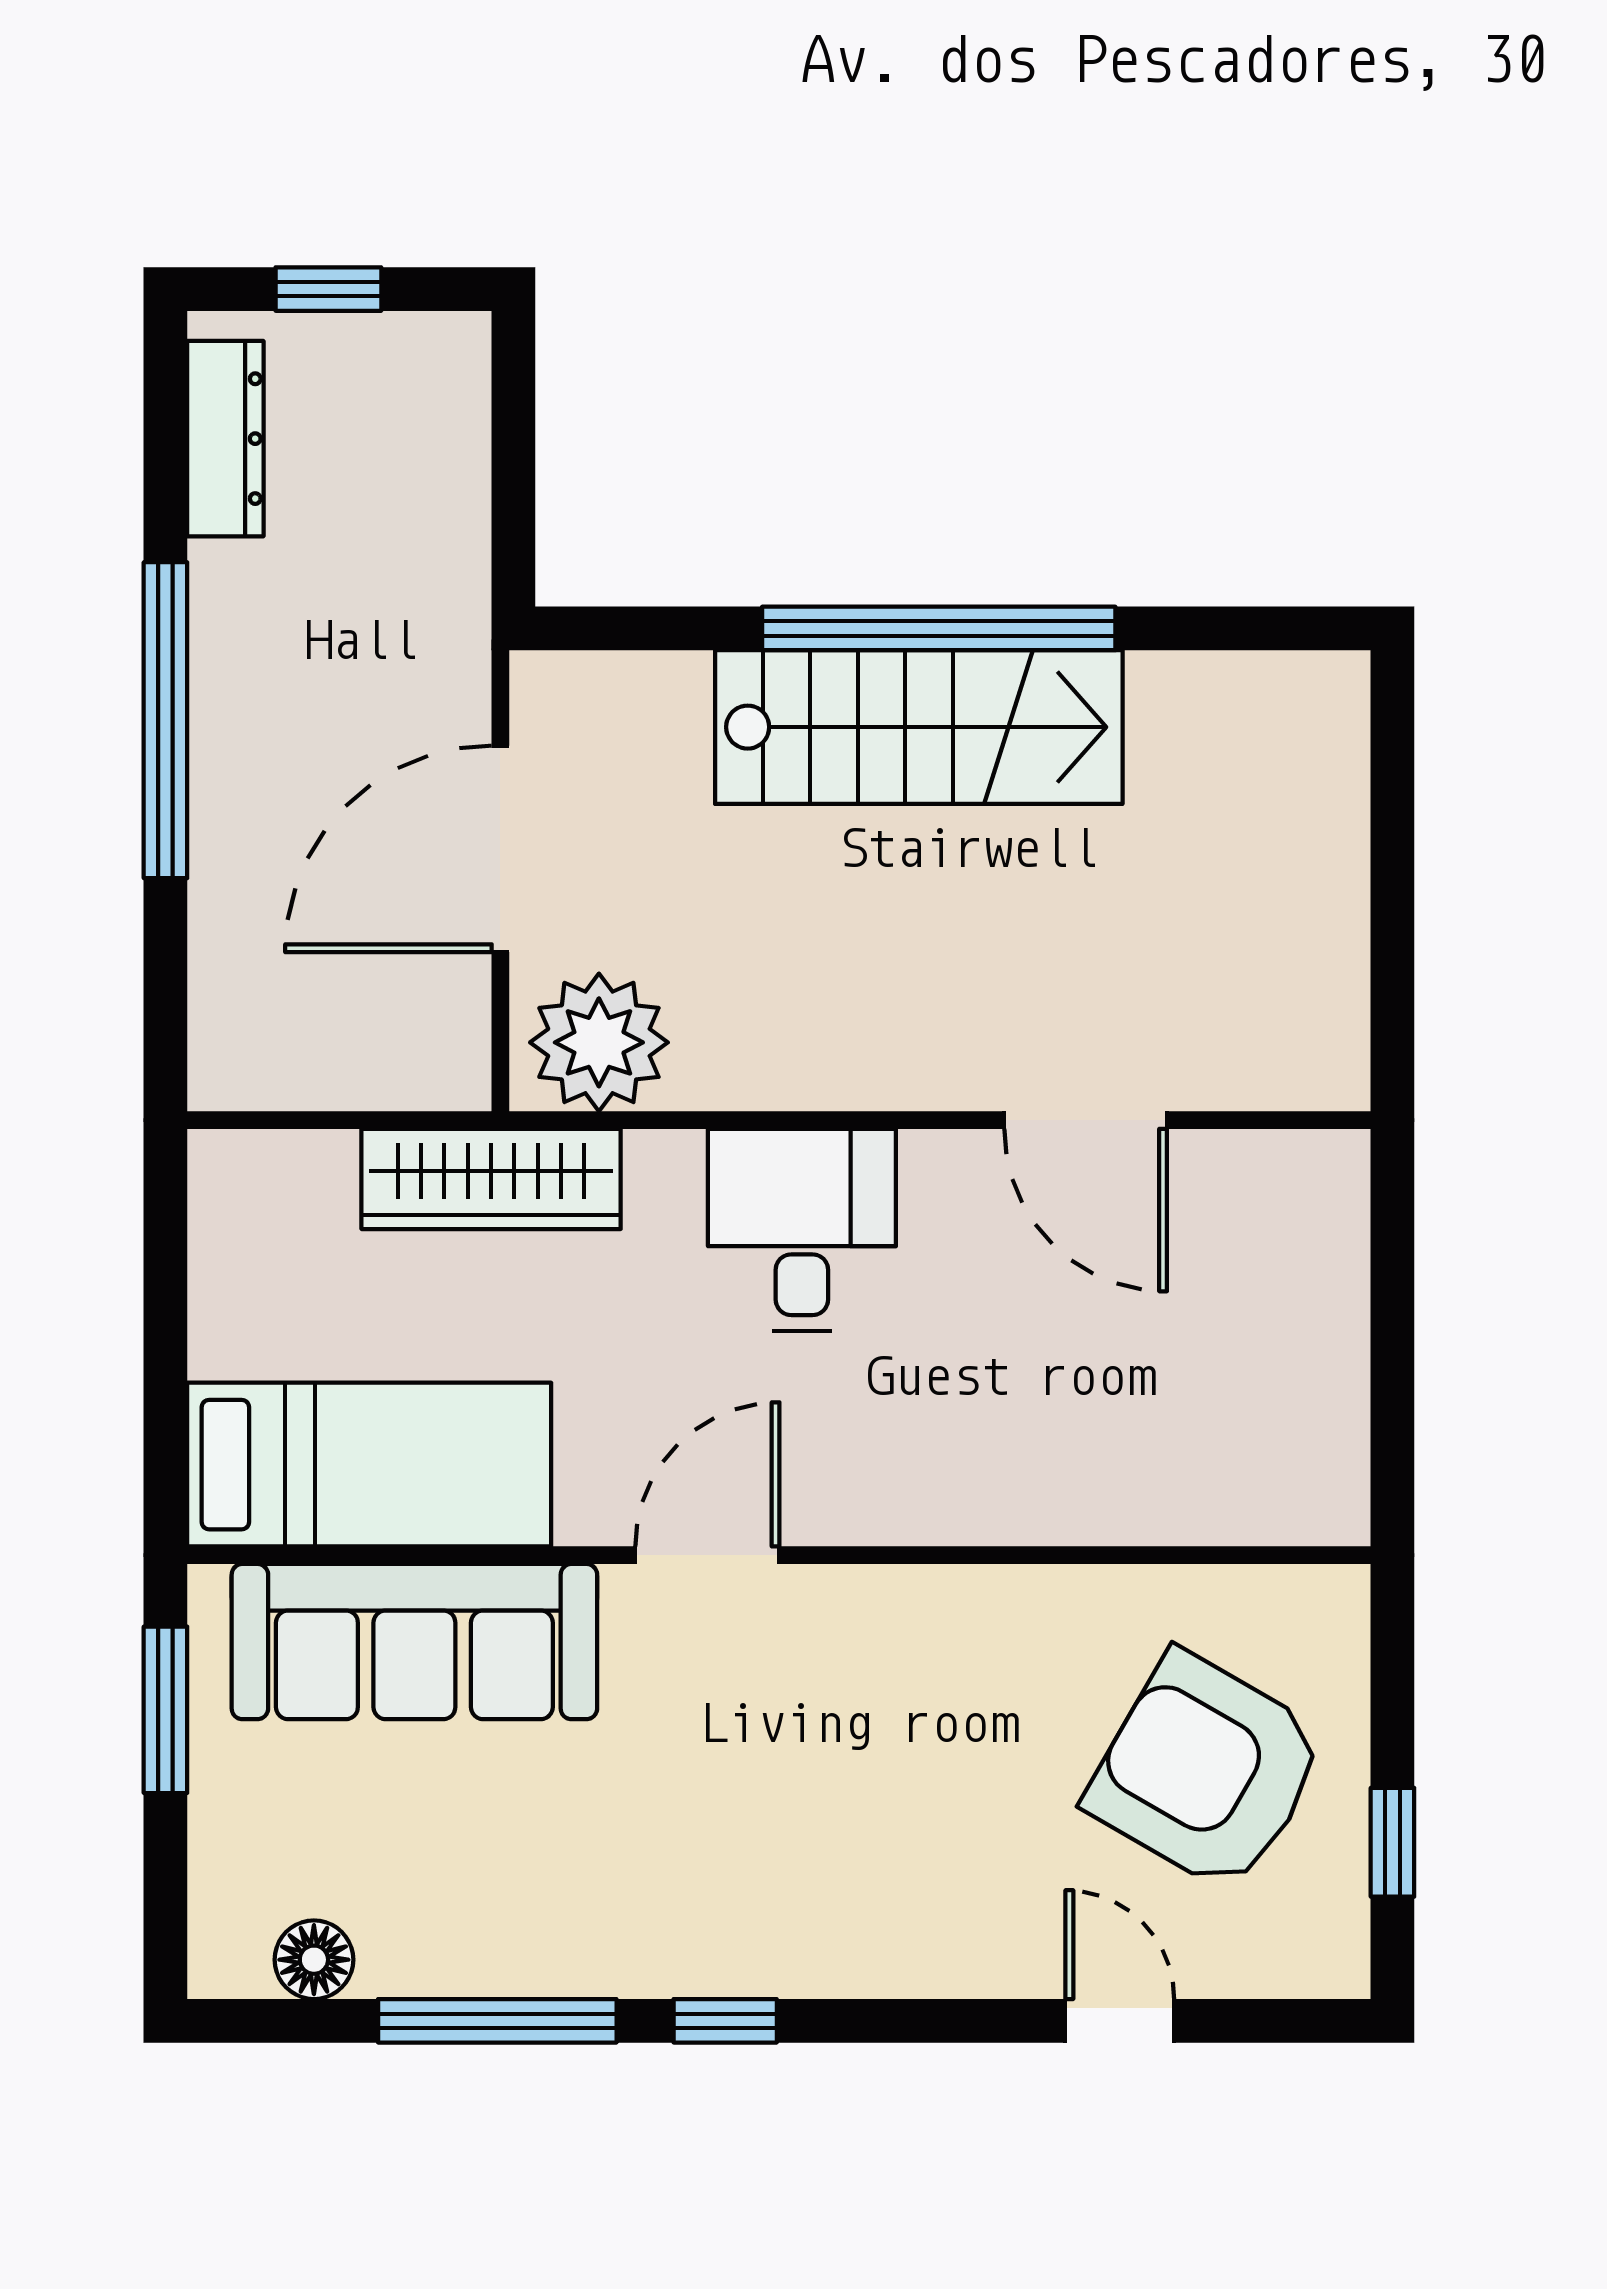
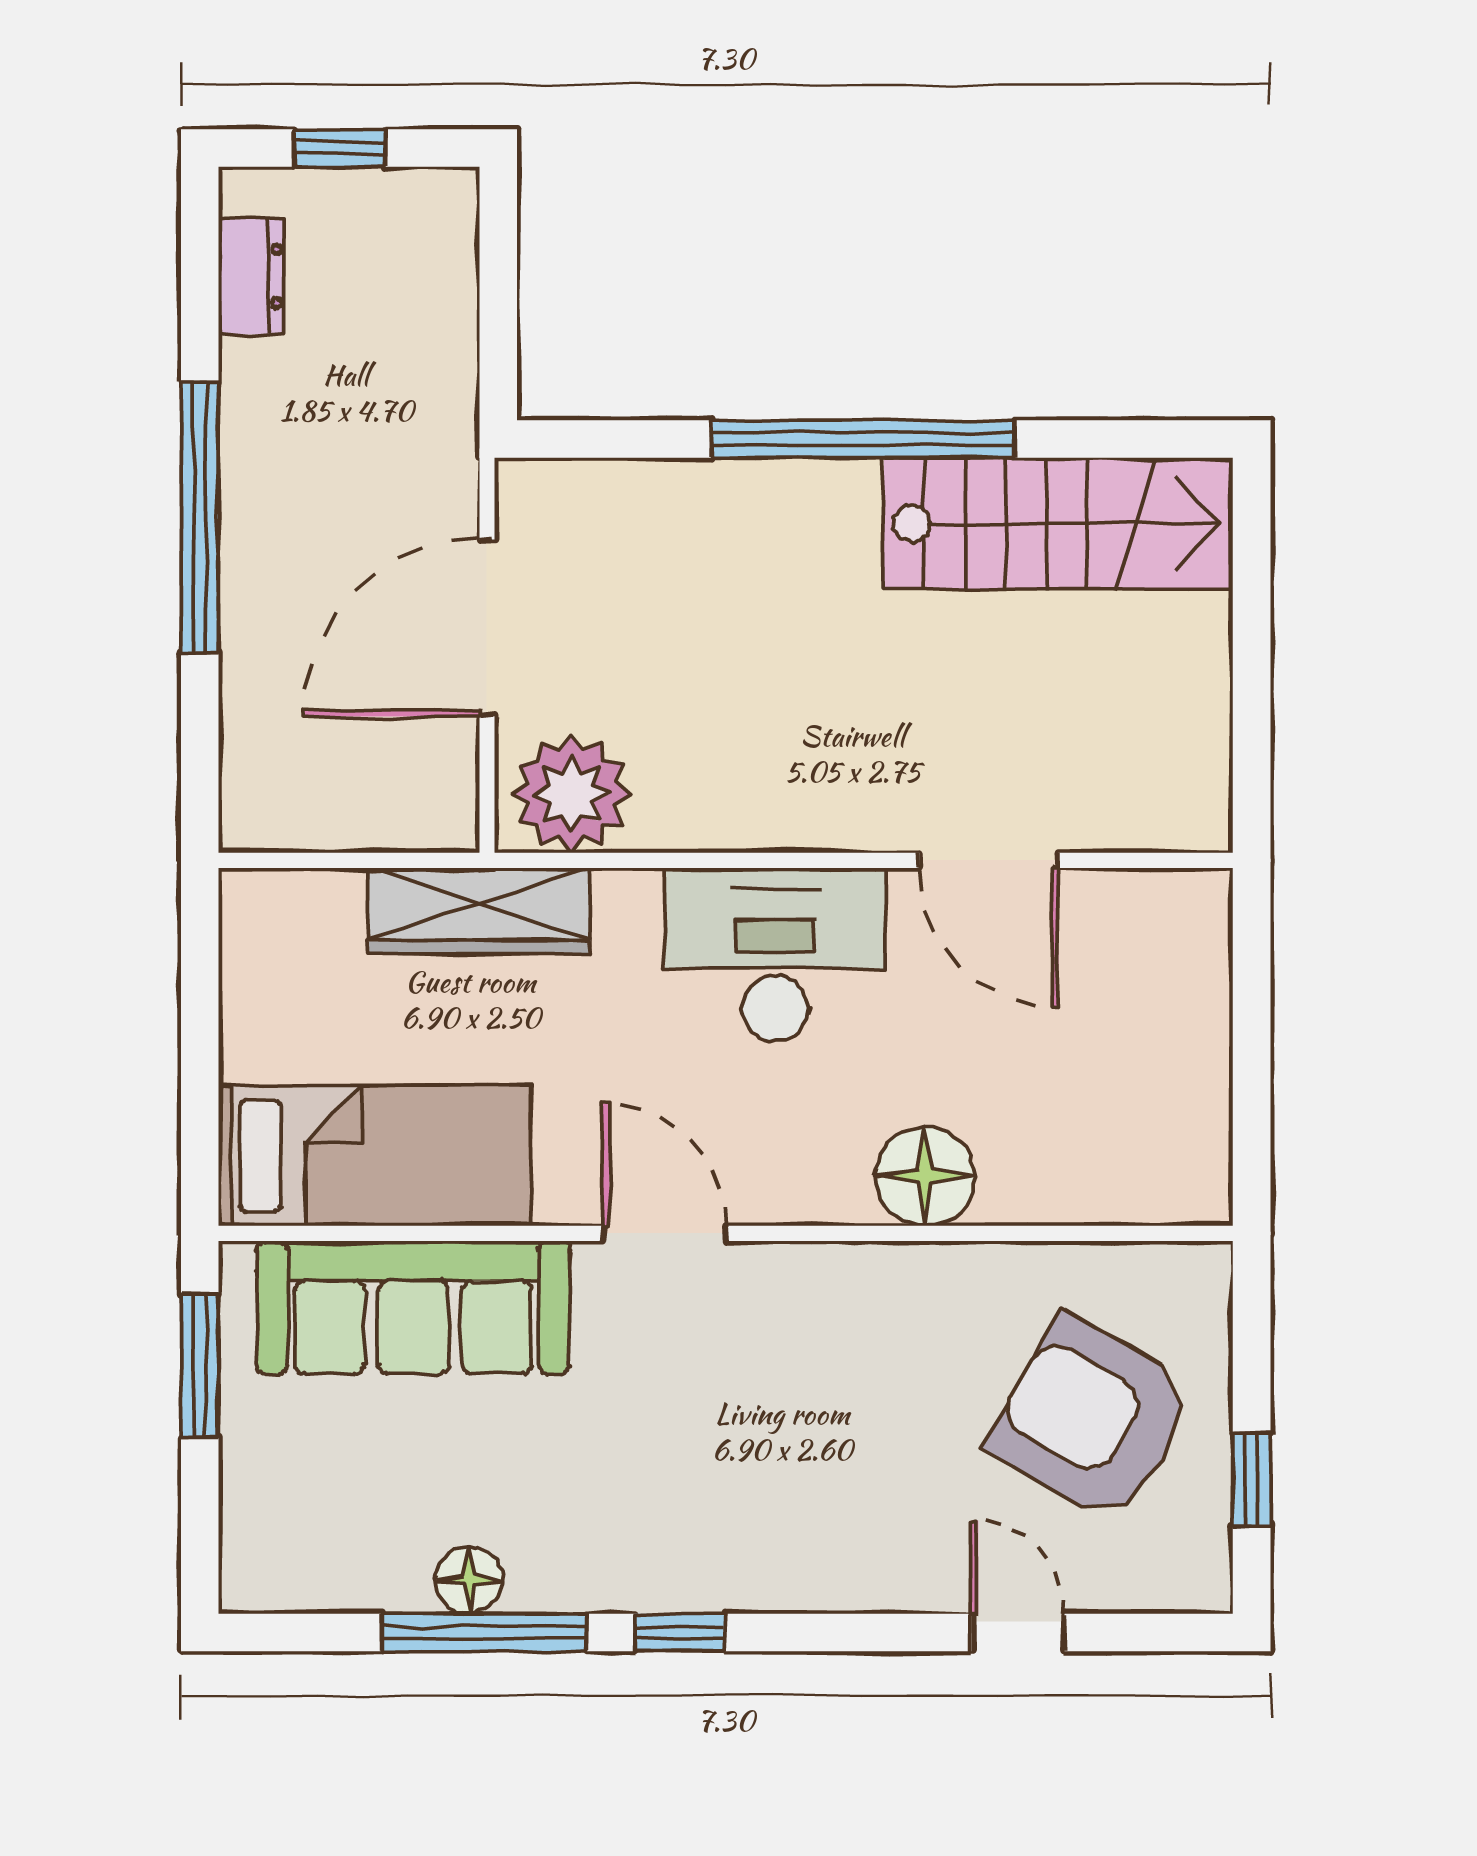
dresser: (225, 439) -> (251, 276), width x0.70
stairs: (919, 727) -> (1058, 523), moved
desk: (802, 1230) -> (775, 955), width x1.37
floor lamp: (1011, 1488) -> (925, 1176), added
door: (707, 1555) -> (664, 1233), hinge flipped
floor lamp: (314, 1960) -> (469, 1580), moved

